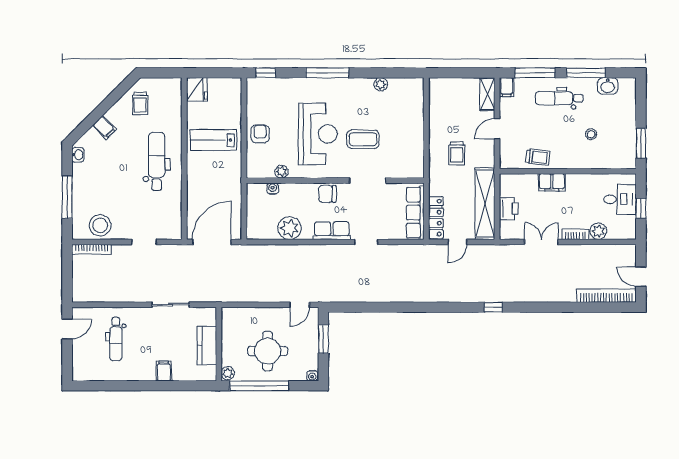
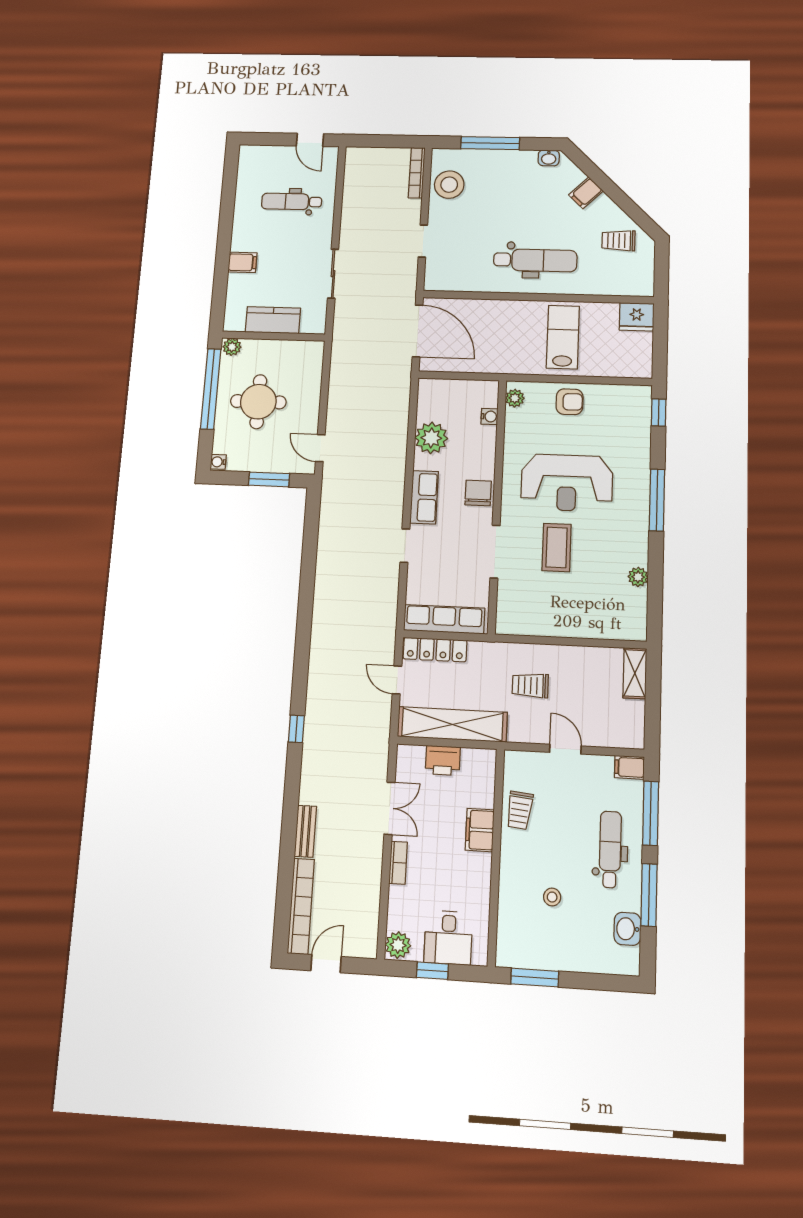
shelving: (487, 94) -> (635, 673), moved, turned 90
plant: (281, 172) -> (515, 398), moved
plant: (598, 231) -> (398, 945), moved
bench: (559, 296) -> (305, 831), added

